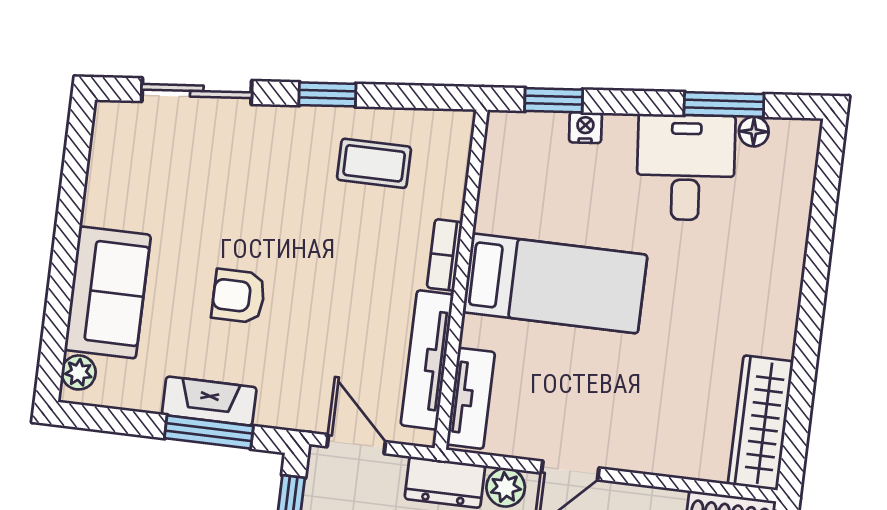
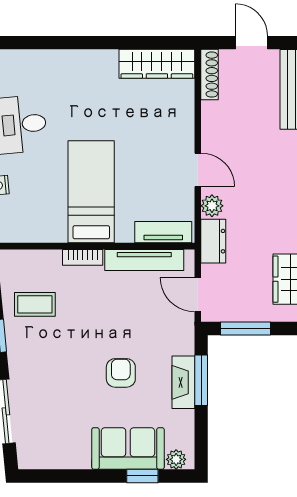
coffee table: (374, 163) -> (35, 304), turned 90
armchair: (238, 296) -> (121, 373), turned 180
window: (57, 311) -> (142, 476), added
door: (356, 444) -> (198, 295), hinge flipped

